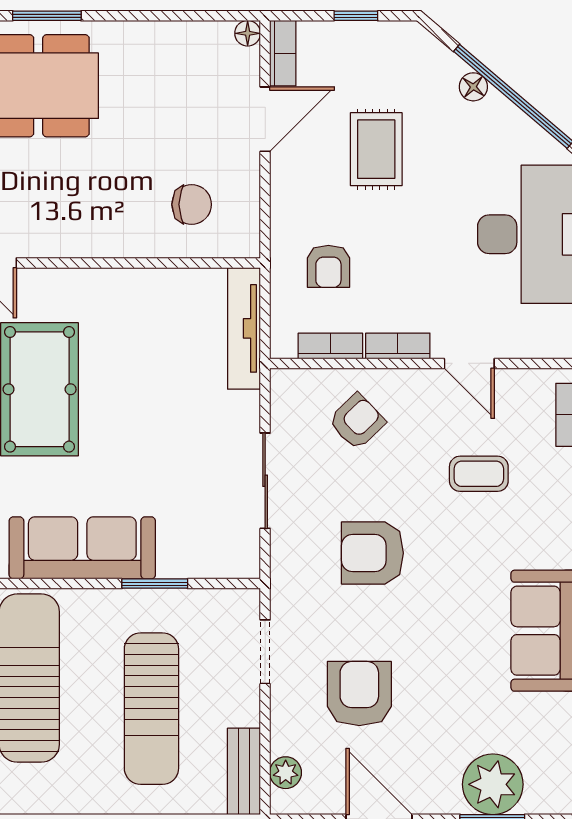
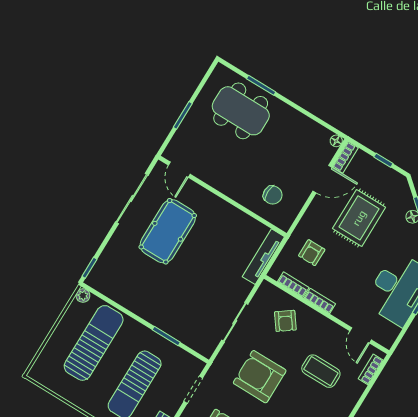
rug: (376, 149) -> (359, 218), width x1.36, depth x1.43
door: (469, 363) -> (361, 335), moved
armchair: (357, 421) -> (285, 321), turned 98
coffee table: (479, 474) -> (321, 371), width x1.36, depth x1.30
sofa: (82, 548) -> (146, 304), removed
armchair: (372, 553) -> (260, 377), width x1.36, depth x1.36

